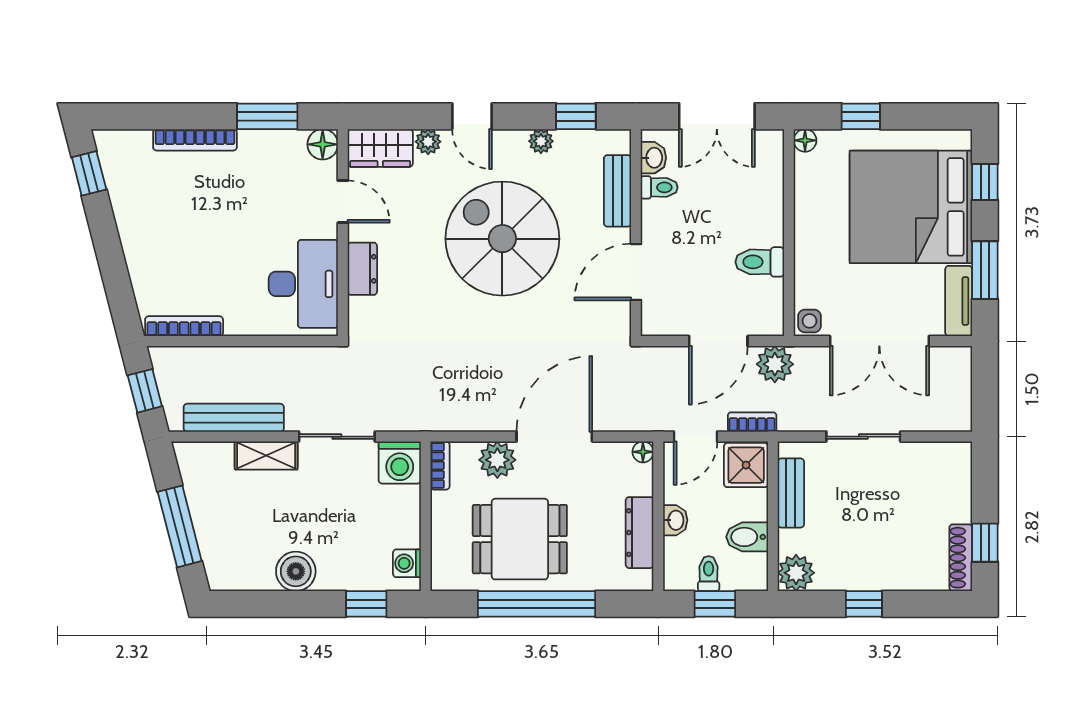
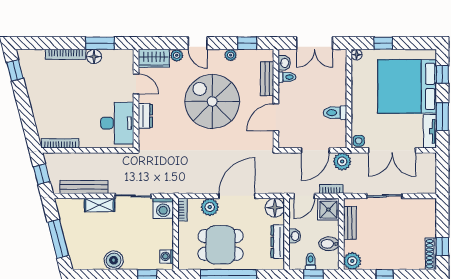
floor lamp: (323, 144) -> (94, 57), moved
floor lamp: (643, 452) -> (275, 208), width x1.89, depth x1.89

